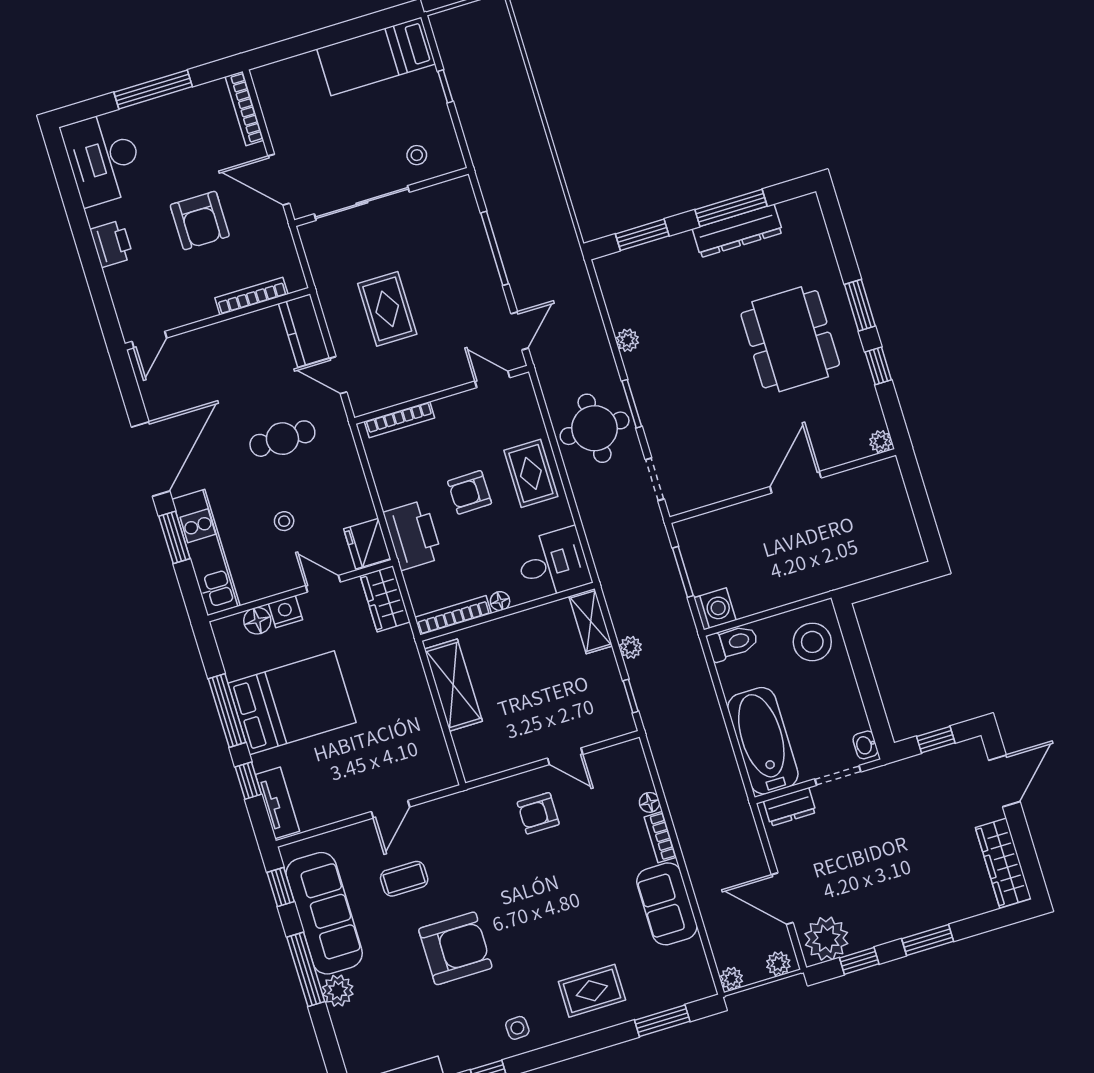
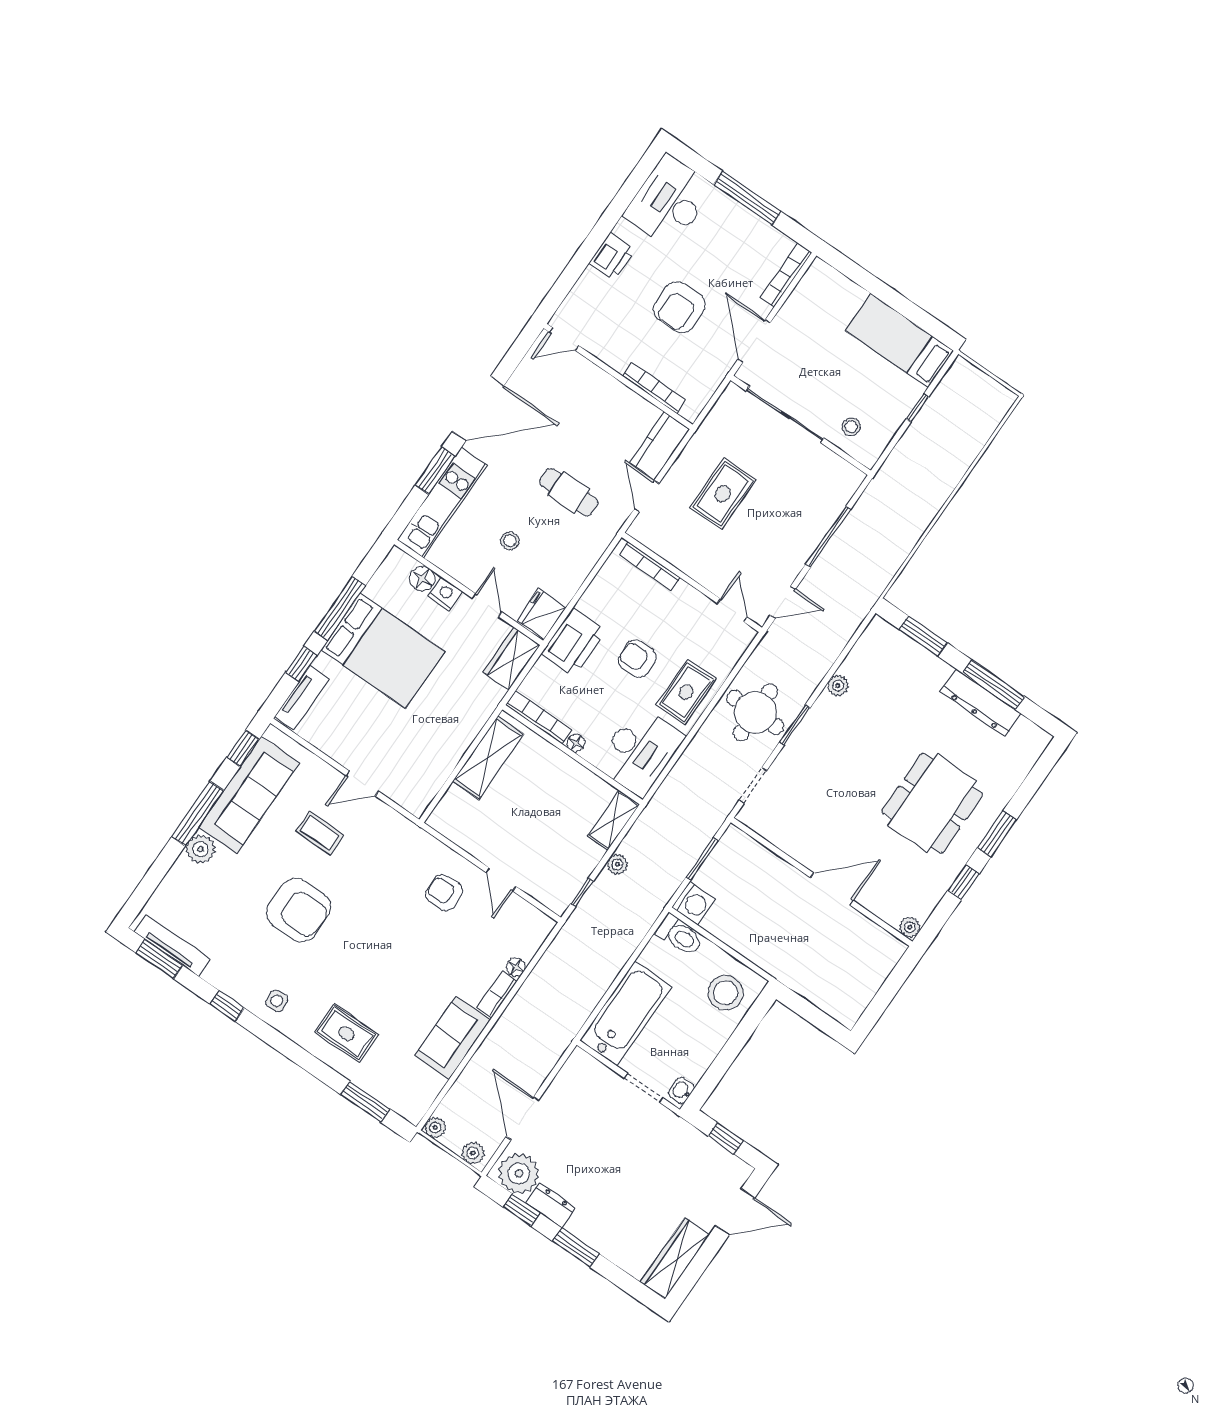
desk: (553, 563) -> (640, 751), width x1.37
dresser: (790, 807) -> (551, 1205), moved, turned 180

